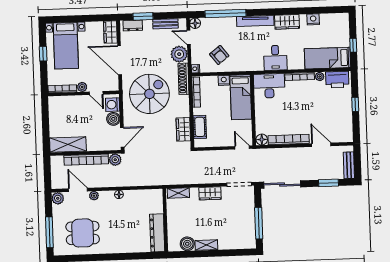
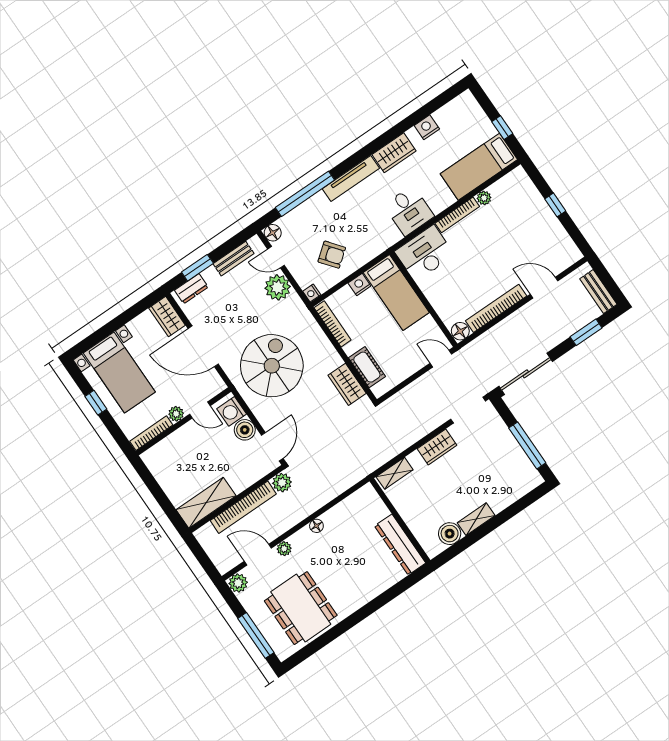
shoe rack: (183, 79) -> (304, 317), removed
printer: (337, 80) -> (510, 187), removed
dining table: (83, 233) -> (301, 608), width x1.37

